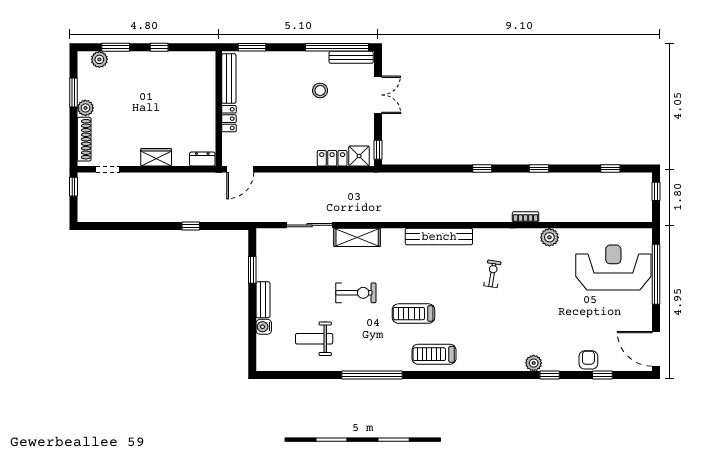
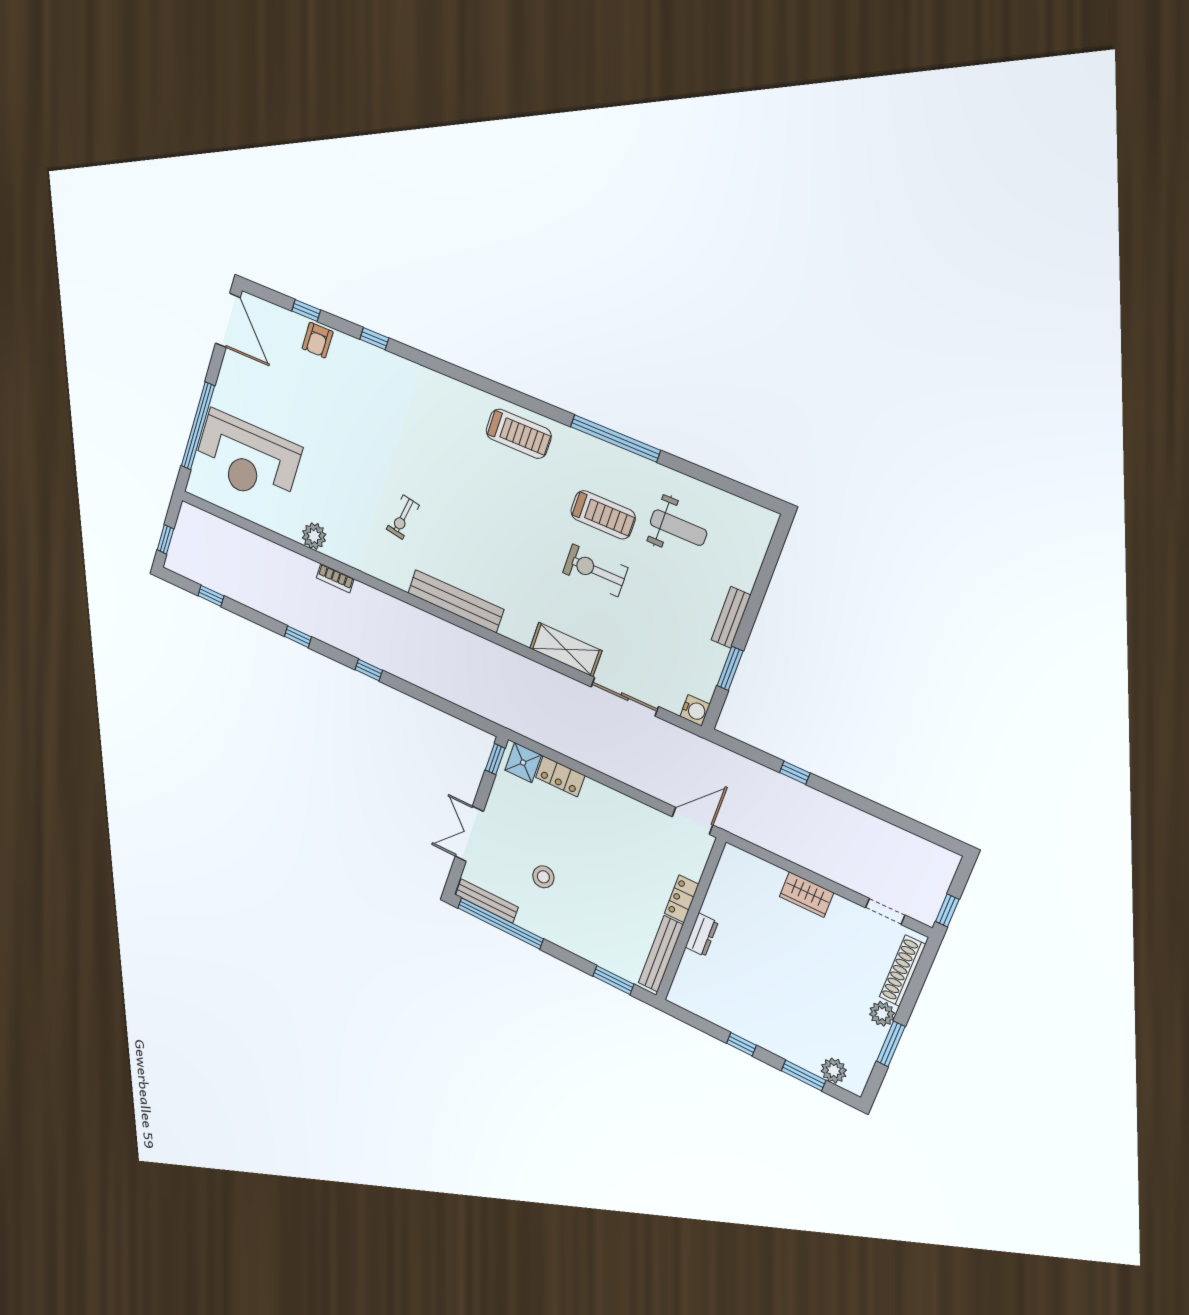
dresser: (202, 159) -> (702, 935), moved, turned -90
treadmill: (413, 314) -> (603, 515), moved
water cooler: (264, 327) -> (695, 710), moved
plant: (534, 363) -> (390, 365), removed

